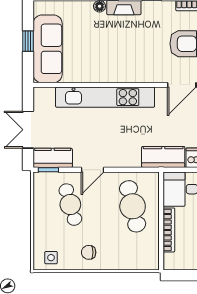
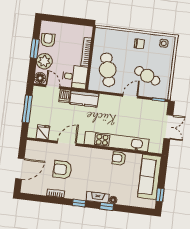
window: (28, 41) -> (160, 195), moved
armchair: (98, 72) -> (119, 158), added
kitchen counter: (53, 158) -> (155, 107), removed
cafe table: (70, 205) -> (147, 76), turned -50

